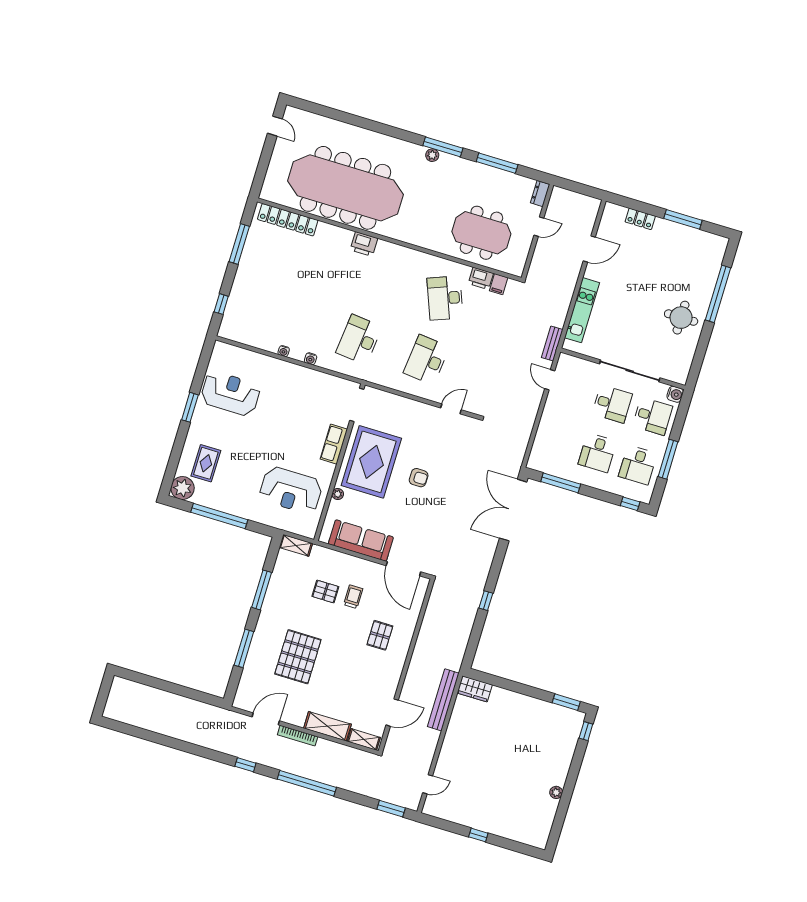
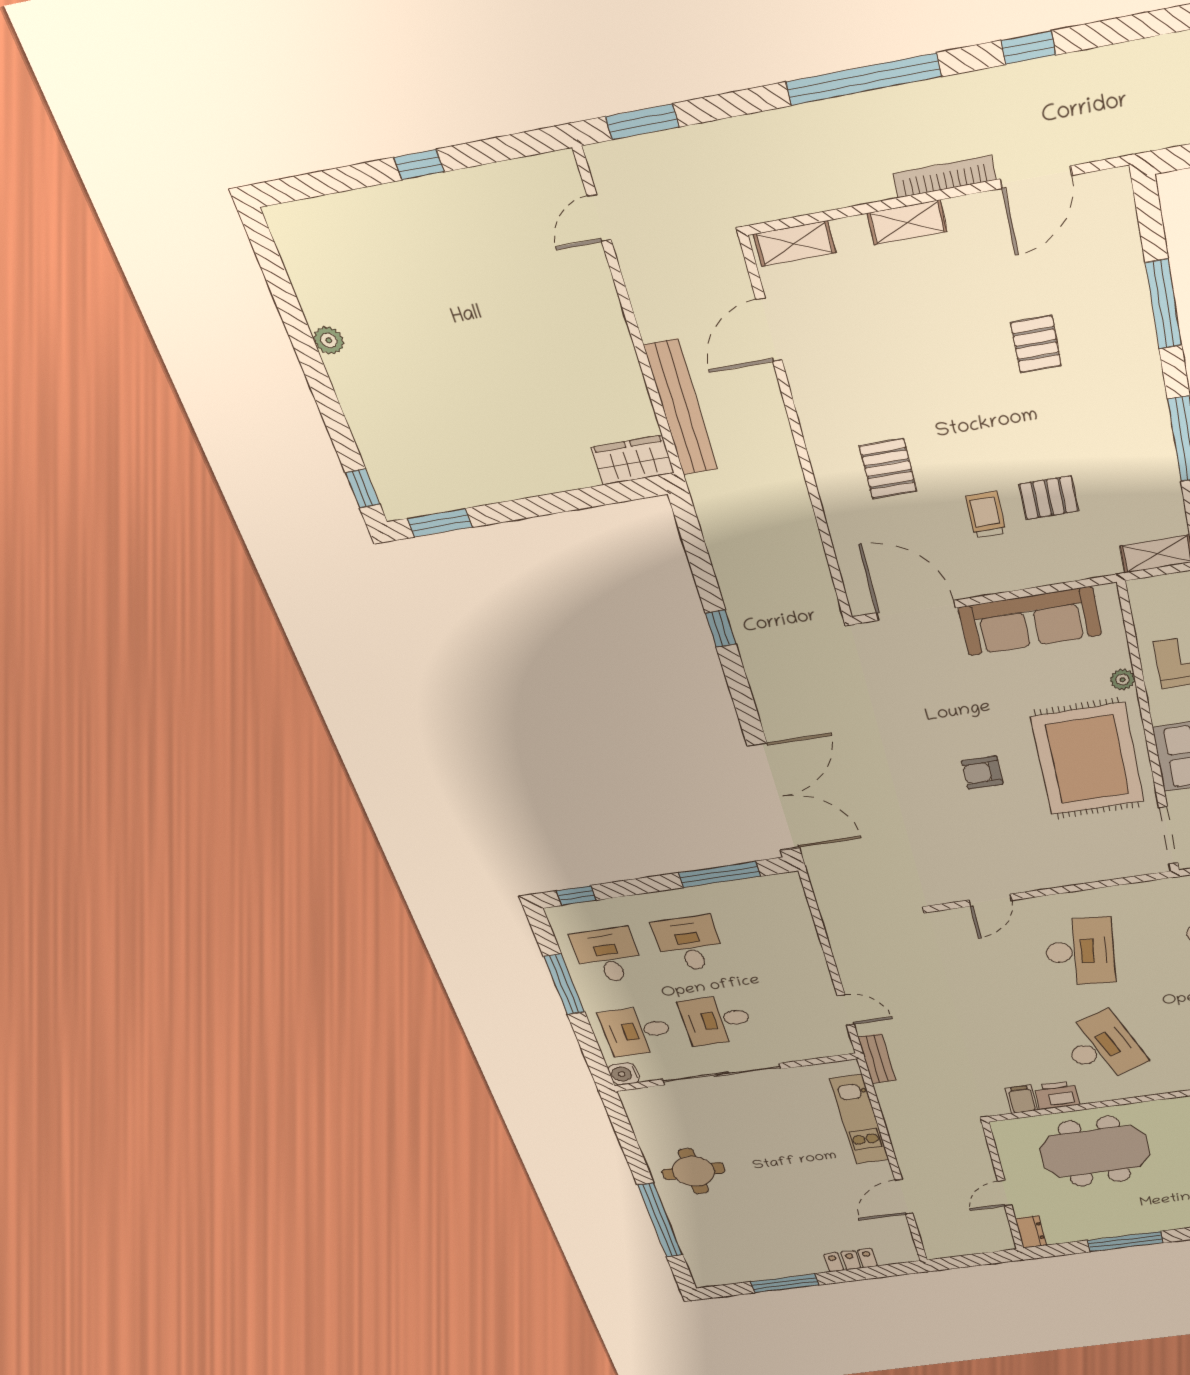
trolley: (353, 597) -> (986, 515), turned 180
pallet: (298, 657) -> (1036, 344), width x0.49, depth x0.50
shelving: (327, 726) -> (907, 222), width x0.67, depth x0.75

